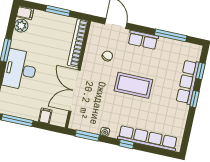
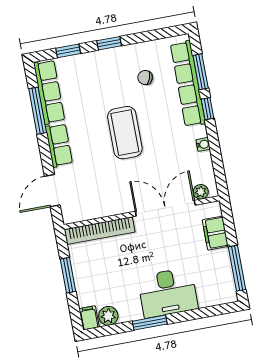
chair: (107, 56) -> (145, 77), moved
row of seats: (188, 82) -> (49, 92), moved, turned -90
double door: (74, 91) -> (165, 208), swing flipped
filing cabinet: (45, 116) -> (215, 233), width x2.00
plant: (75, 118) -> (201, 192), added
window: (87, 136) -> (201, 72), moved

